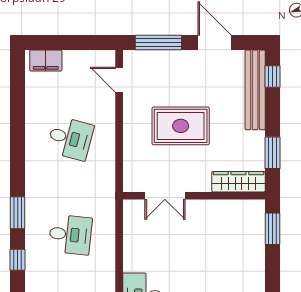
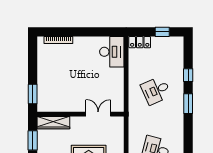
desk: (70, 235) -> (156, 90), turned -30

